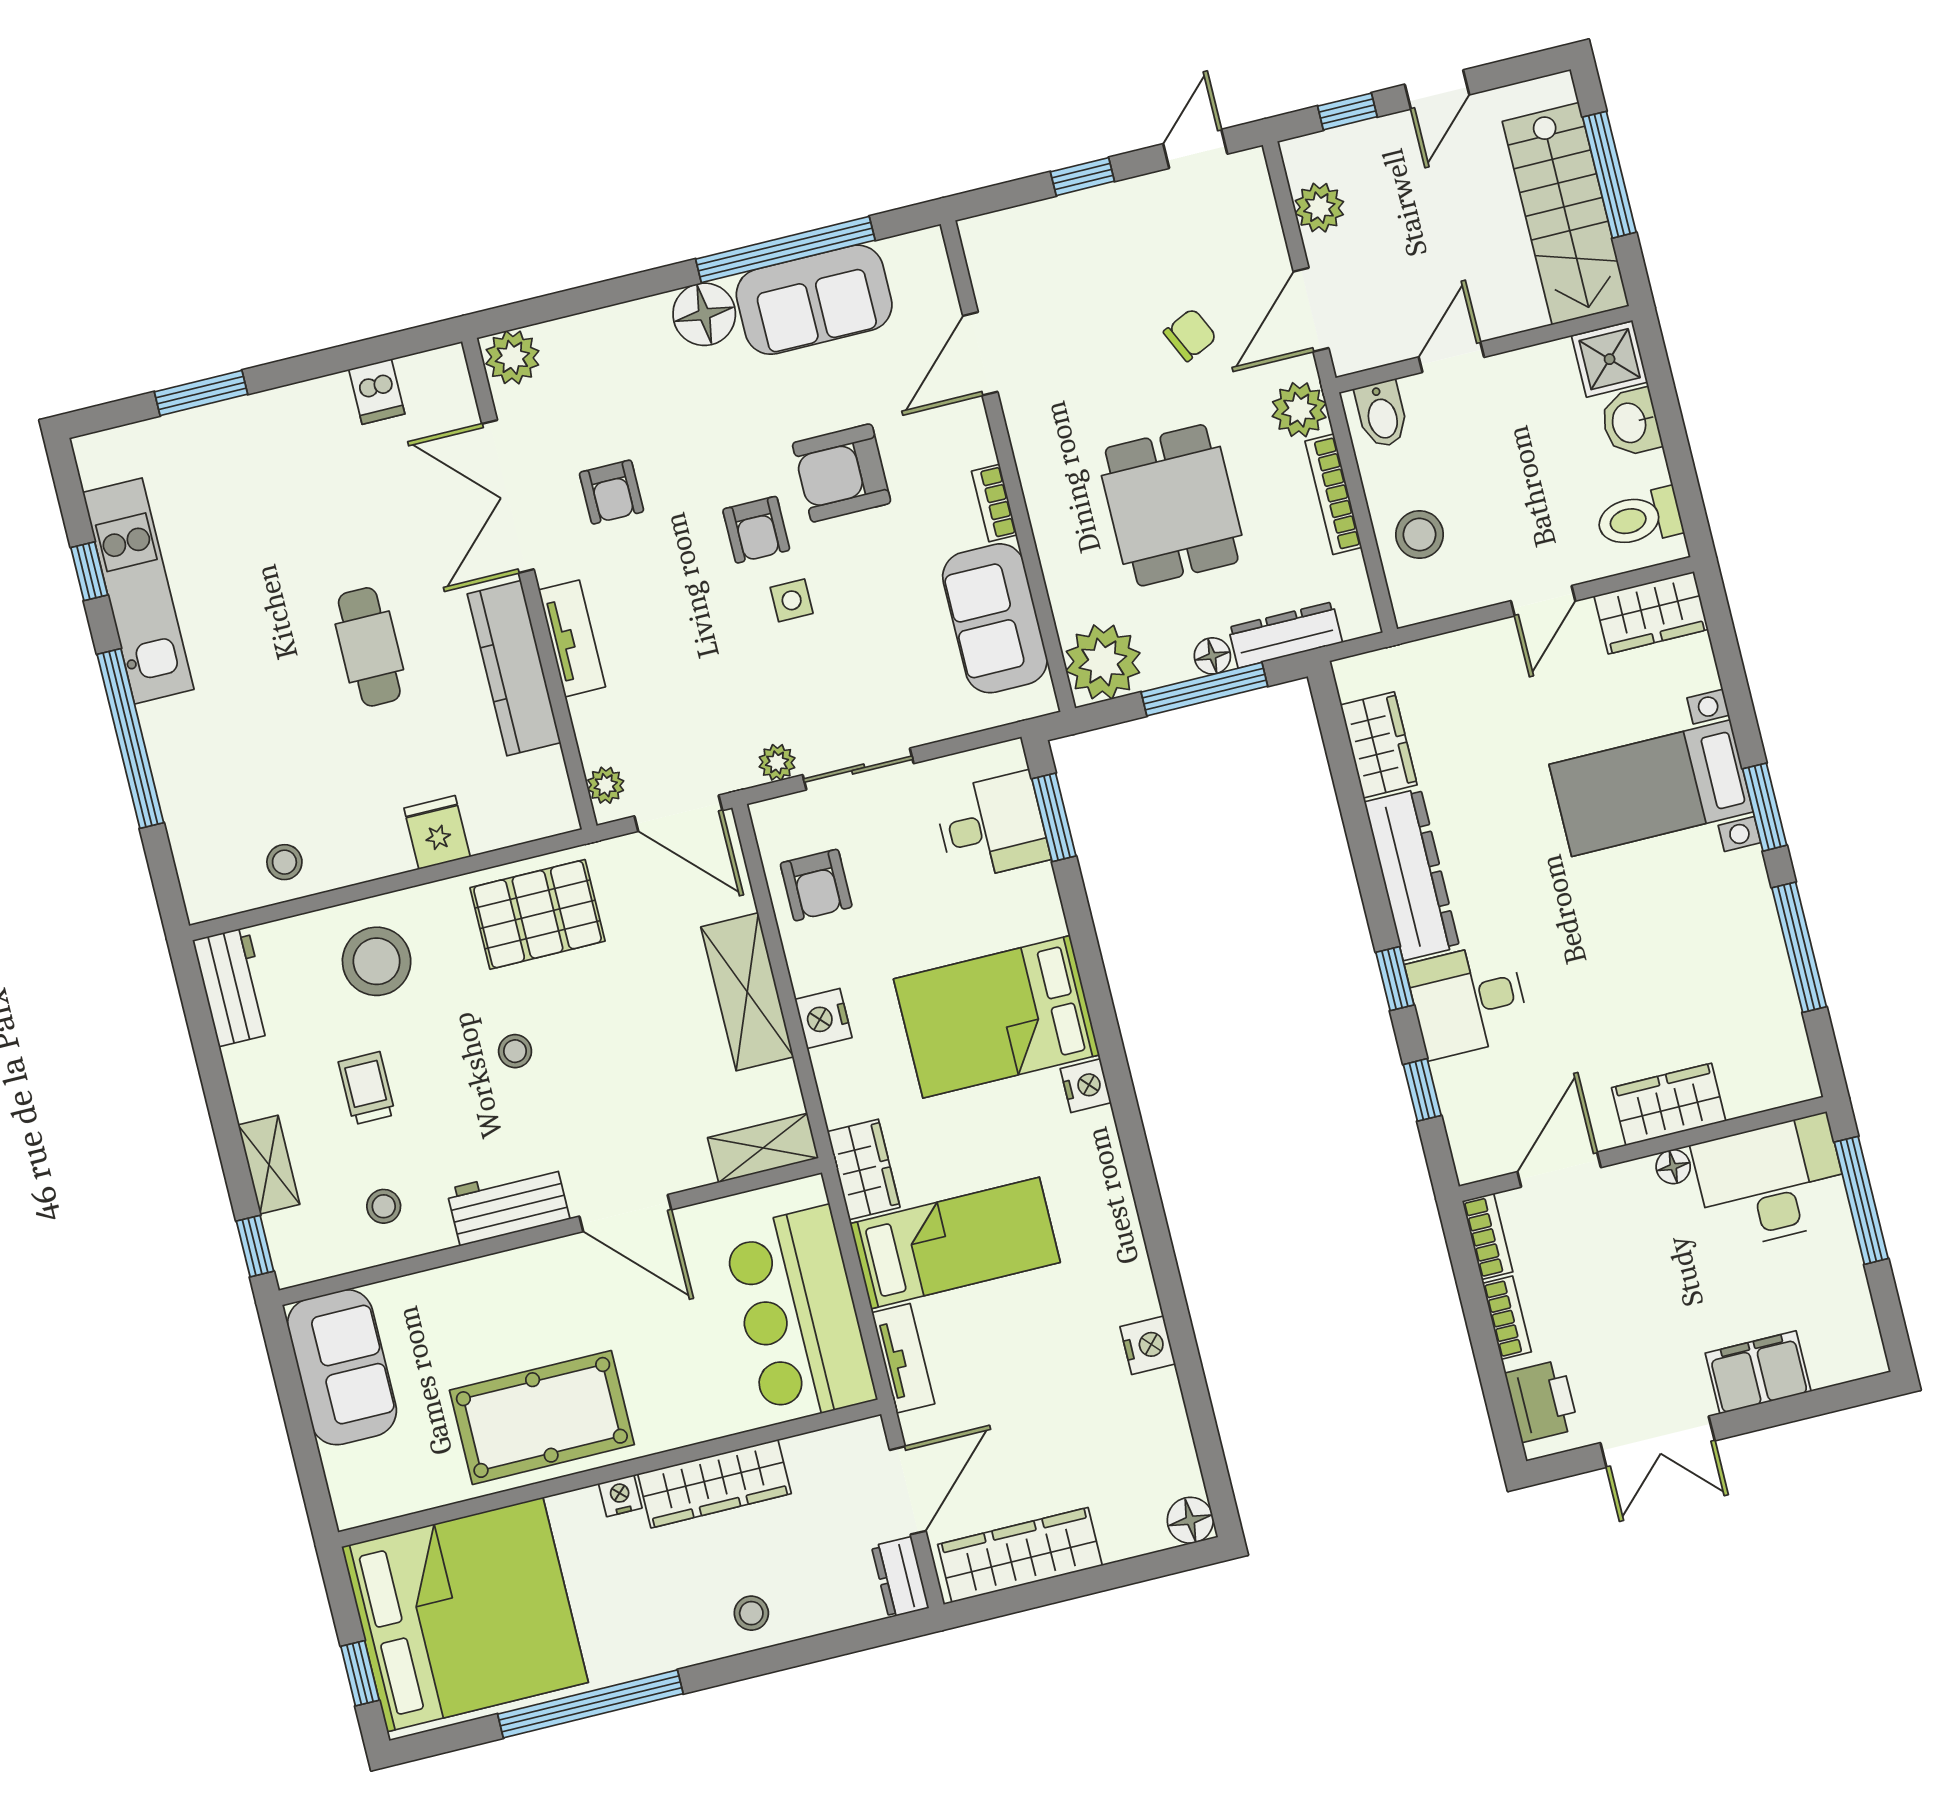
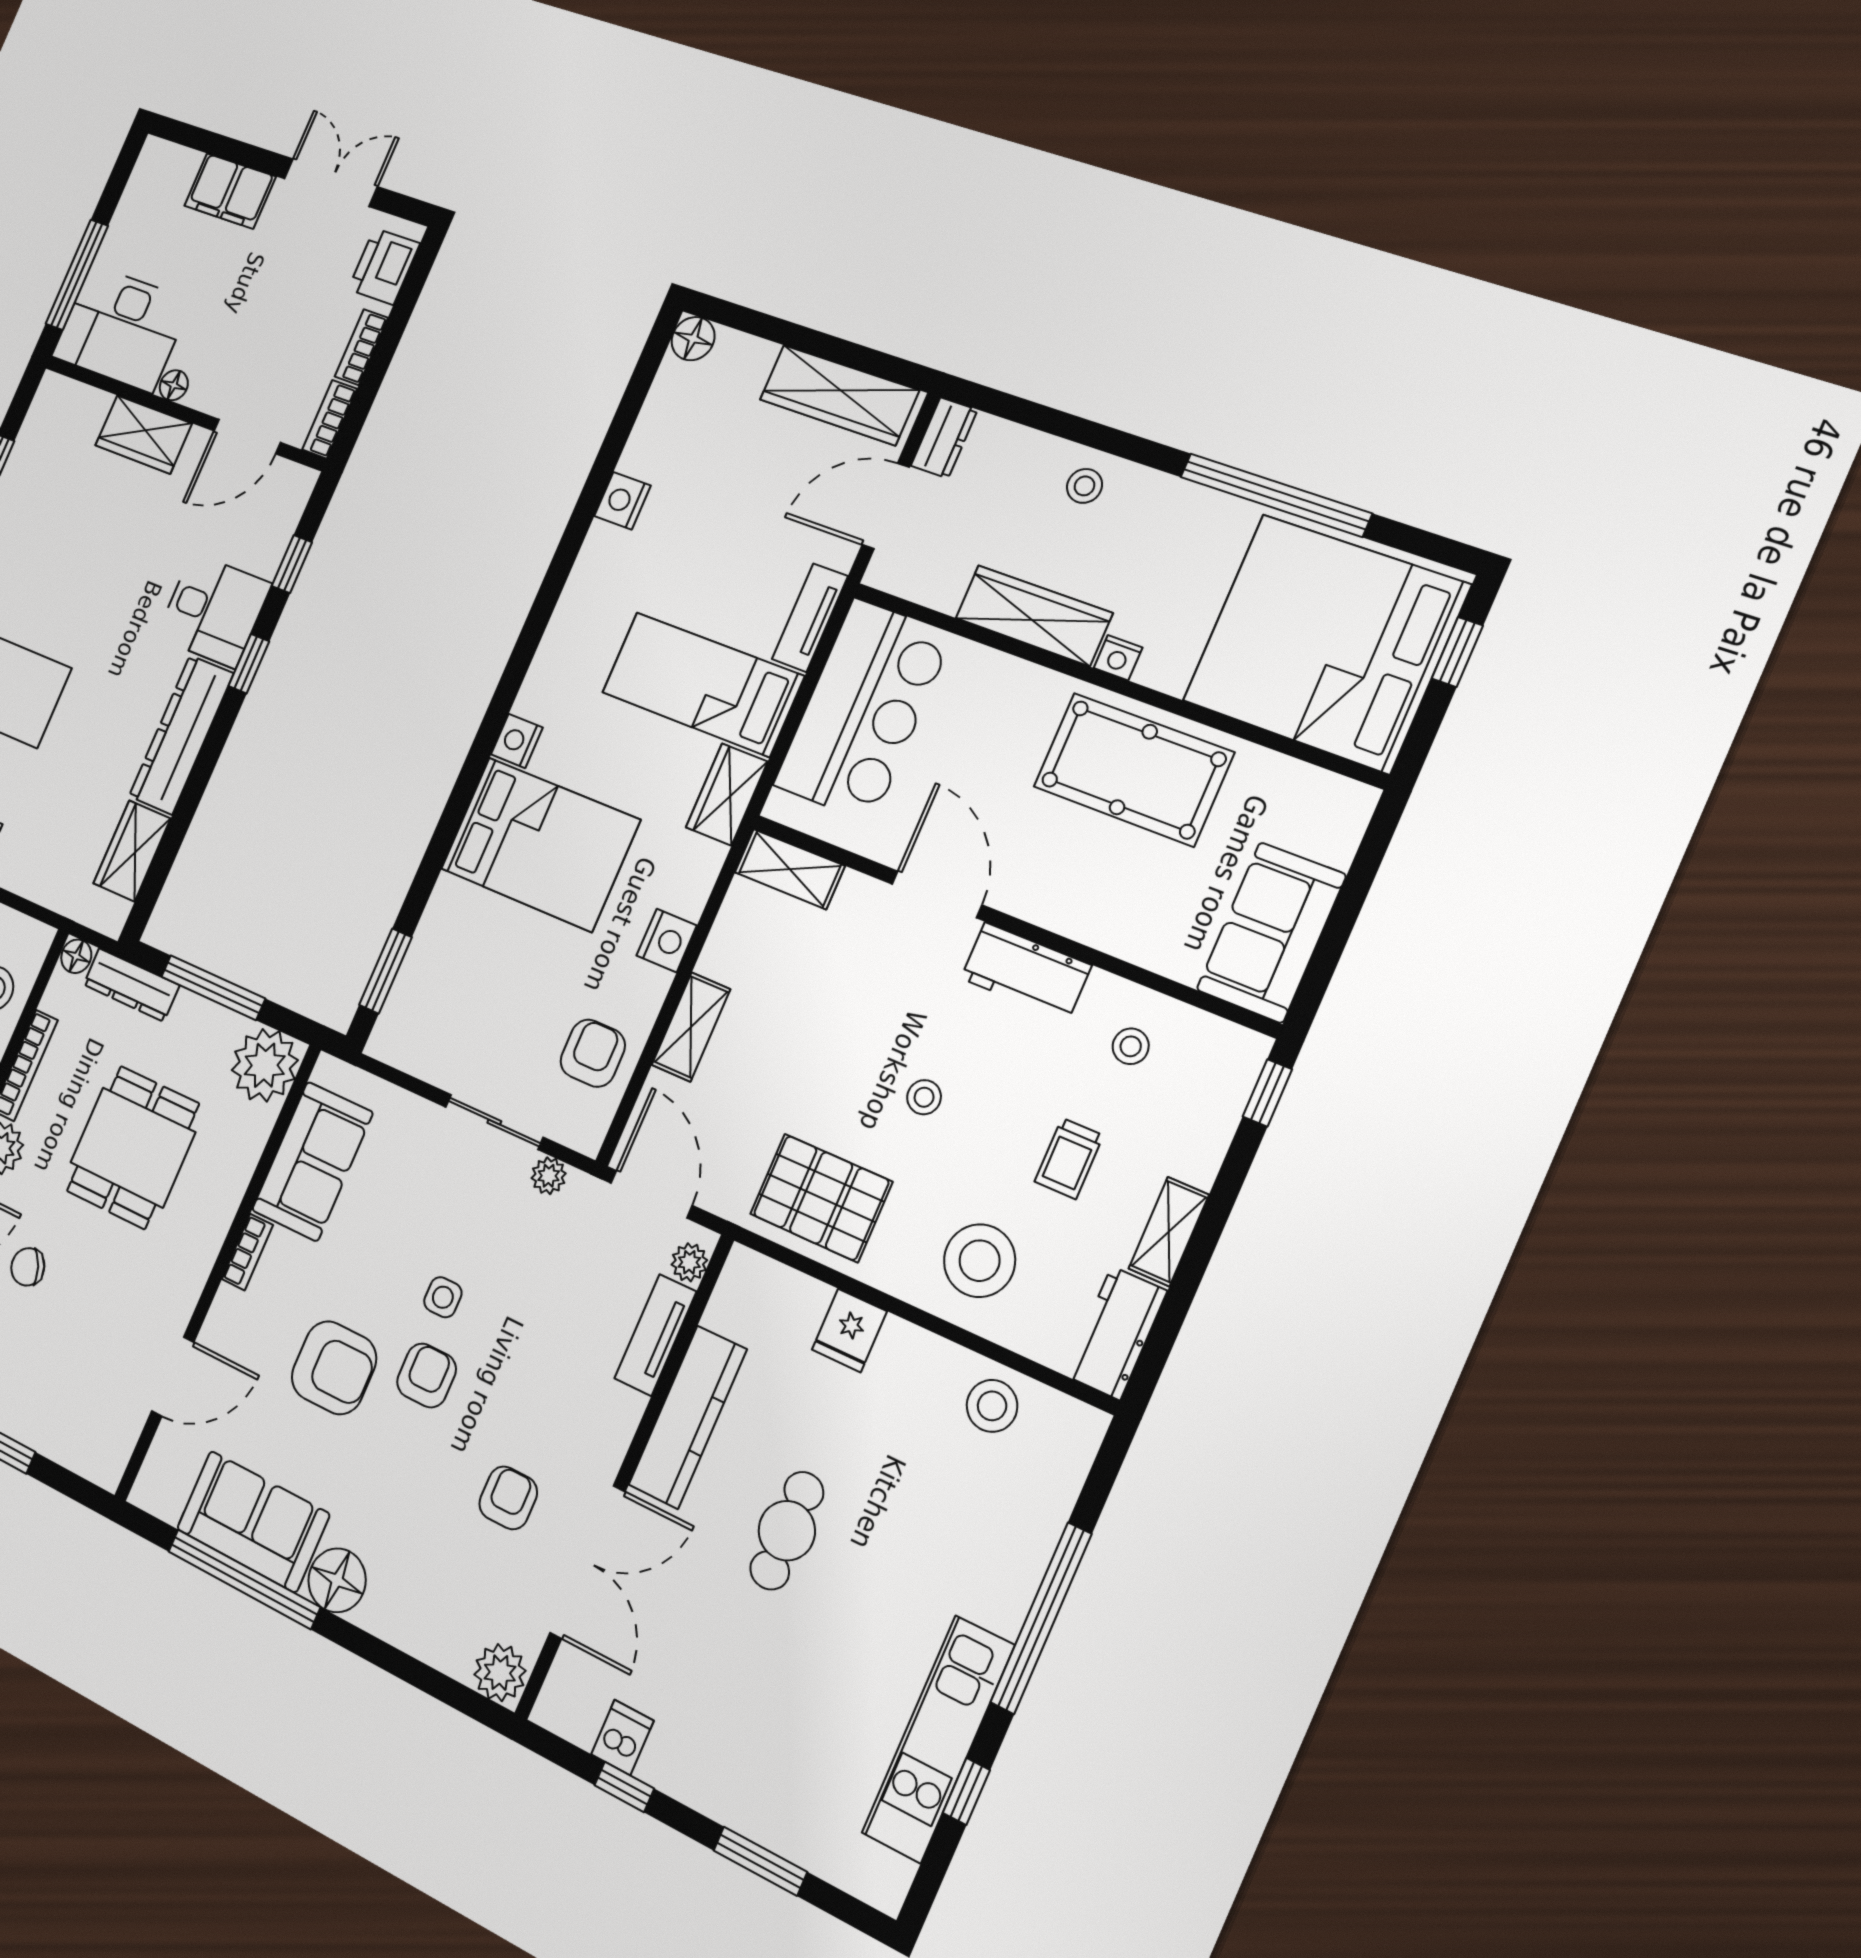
window: (346, 357) -> (624, 1787), added
tv unit: (572, 638) -> (655, 1335), moved
floor lamp: (1212, 656) -> (76, 956), moved
desk: (992, 826) -> (433, 999), removed
stool: (284, 862) -> (992, 1406), width x1.37, depth x1.37
shelving: (747, 992) -> (691, 1027), width x0.67, depth x0.75
shelving: (269, 1165) -> (1169, 1232), moved

